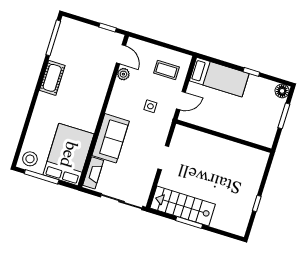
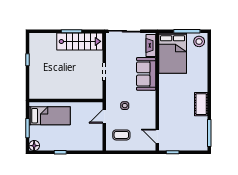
plant: (123, 74) -> (151, 123), removed
bed: (219, 77) -> (50, 116), moved, turned 180

